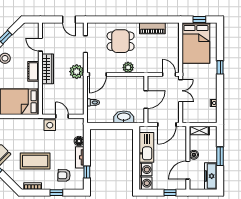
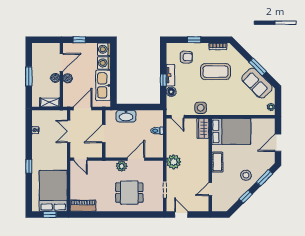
piano: (152, 28) -> (83, 206), moved
door: (40, 45) -> (210, 189), swing flipped
wardrobe: (48, 69) -> (203, 128), moved, width x0.67
door: (98, 74) -> (136, 159), moved
double door: (181, 91) -> (69, 131), moved
door: (62, 116) -> (177, 117), moved
boiler: (182, 154) -> (68, 78), added
window: (87, 172) -> (163, 80), moved
freezer: (211, 176) -> (38, 56), removed

